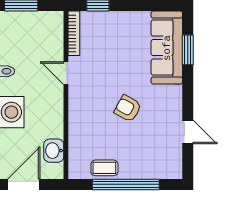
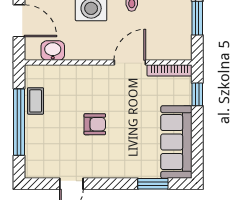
sofa: (167, 48) -> (176, 142), moved, turned -90
door: (66, 73) -> (130, 63), width x1.38
armchair: (128, 108) -> (95, 124), turned 61

